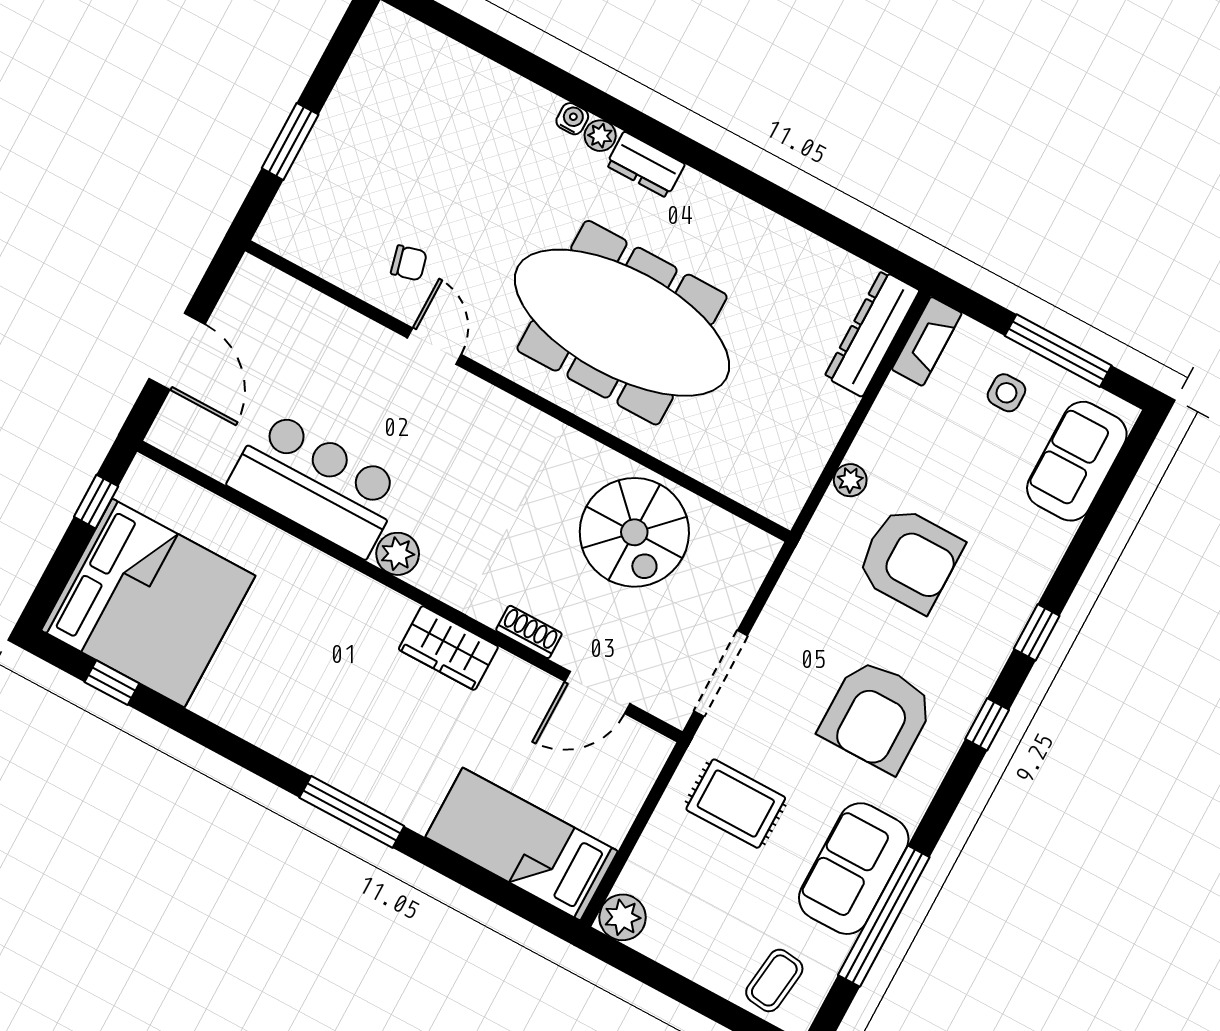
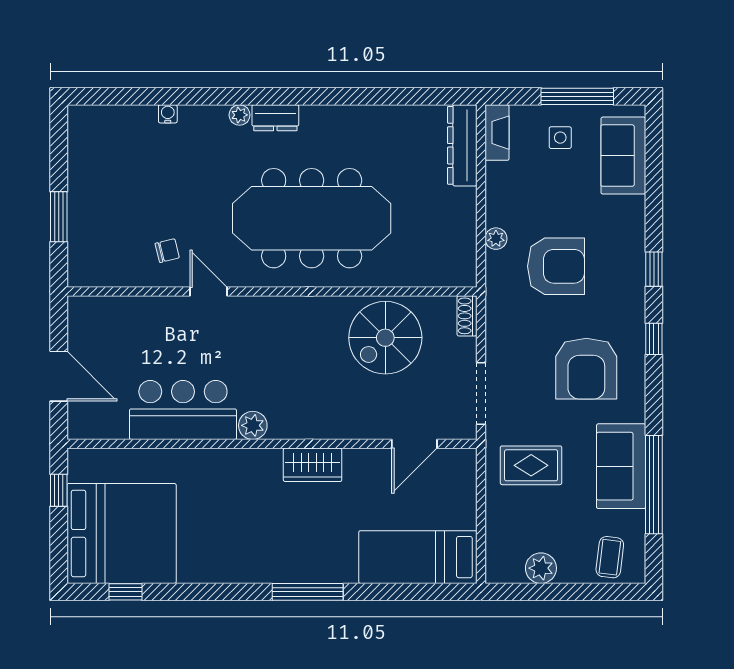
water cooler: (572, 119) -> (168, 114), moved
spiral stairs: (634, 532) -> (385, 338), turned 90
shoe rack: (529, 632) -> (467, 316), moved, turned -90
plant: (623, 917) -> (541, 568), moved

